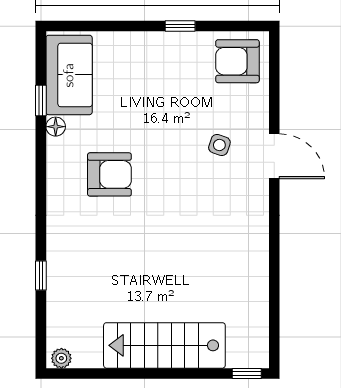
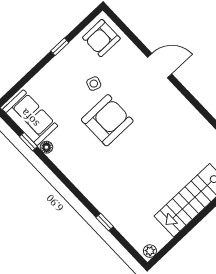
side table: (219, 145) -> (94, 84), moved
armchair: (109, 174) -> (107, 120), moved, width x1.36, depth x1.36

